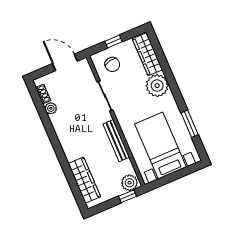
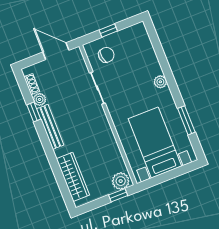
wardrobe: (147, 54) -> (144, 45), removed
chair: (112, 65) -> (106, 55), turned -86
plant: (157, 86) -> (160, 82), width x0.53, depth x0.53
window: (46, 120) -> (34, 112), added
bench: (116, 141) -> (50, 127), moved

